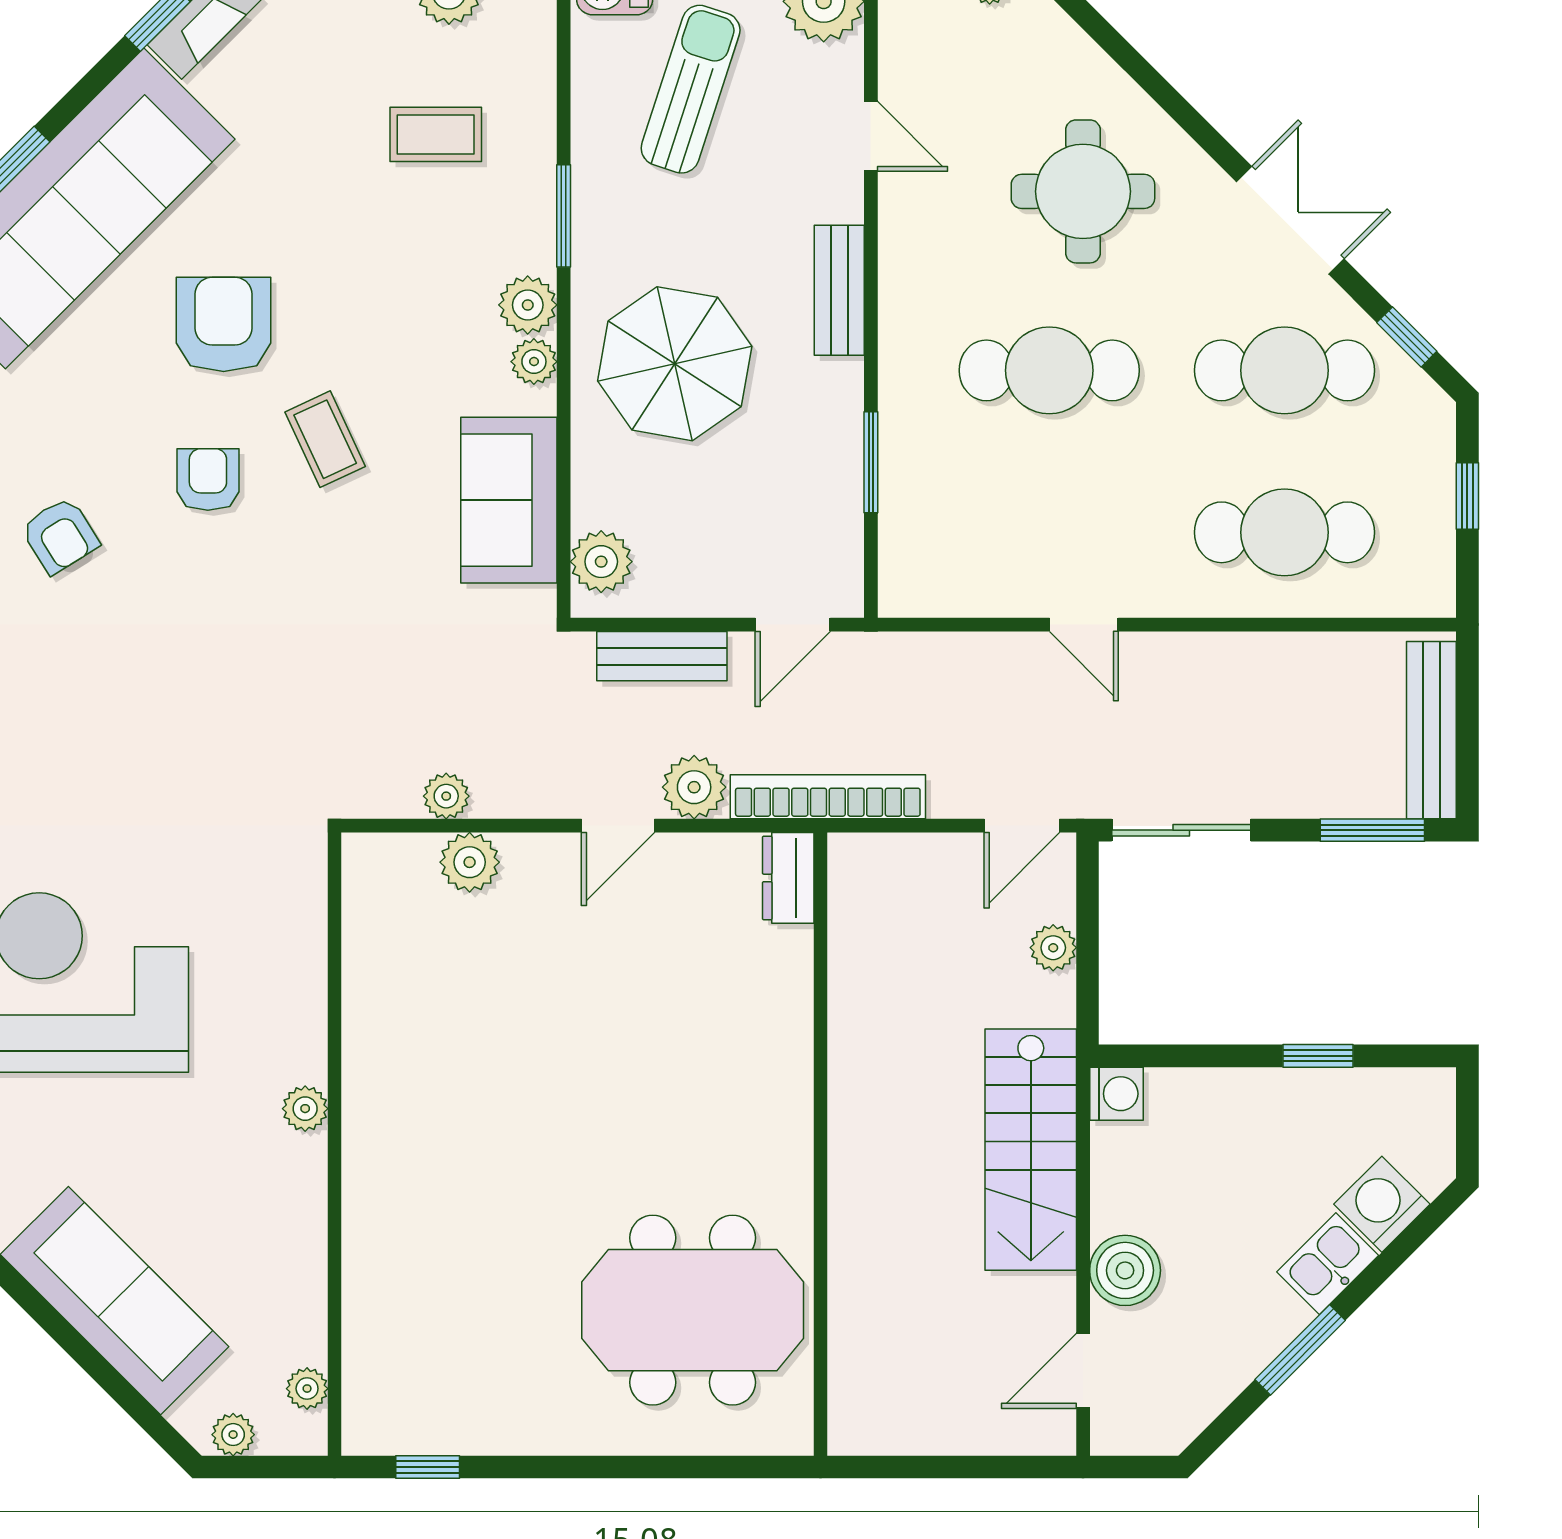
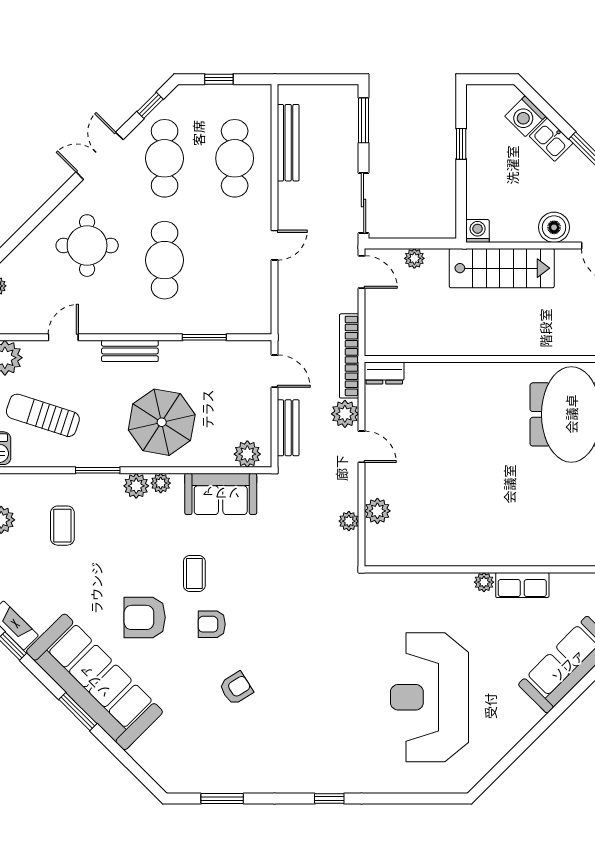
coffee table: (325, 439) -> (194, 573), turned -65
bench: (1431, 730) -> (288, 143), moved, turned 90
row of seats: (299, 1197) -> (522, 585), added

